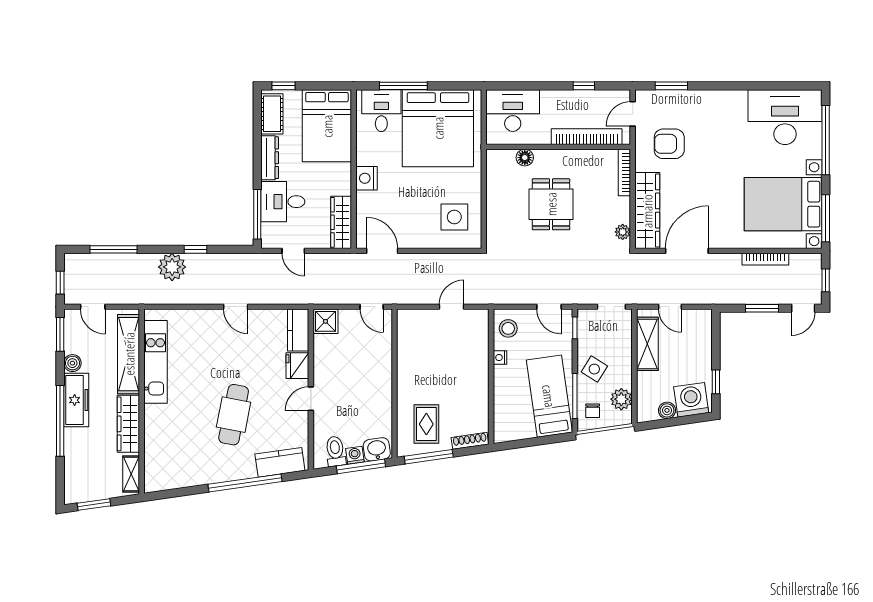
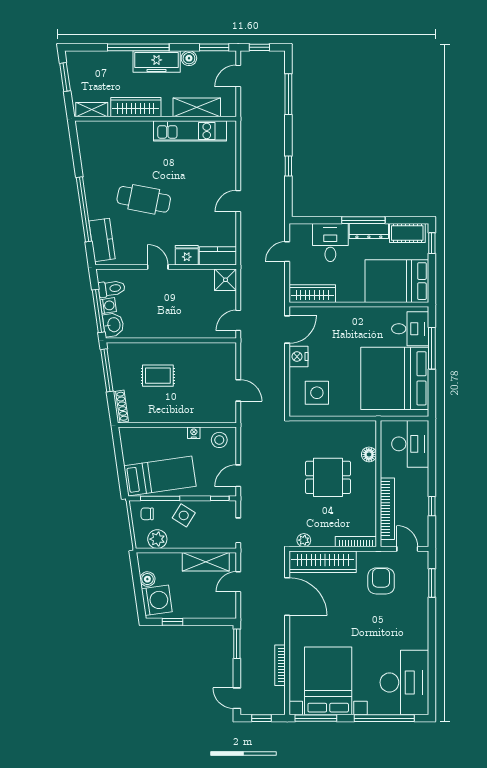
nightstand: (366, 178) -> (298, 357), moved, turned -90
window: (257, 214) -> (363, 220), moved
plant: (172, 267) -> (273, 145), removed
window: (762, 308) -> (237, 644), moved
shelving: (129, 354) -> (197, 107), width x0.68
rug: (426, 424) -> (158, 376), moved

